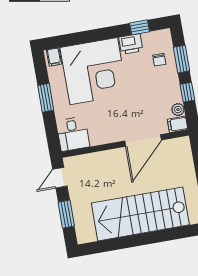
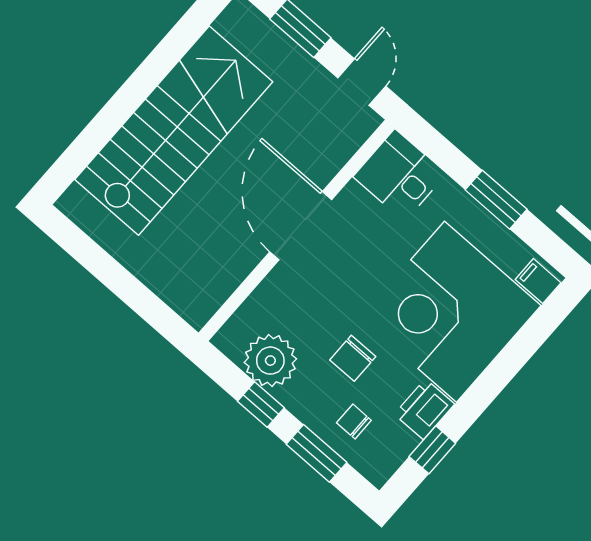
chair: (142, 82) -> (353, 358), added
plant: (178, 110) -> (270, 361), width x1.88, depth x1.88
filing cabinet: (178, 124) -> (233, 336), removed
door: (143, 141) -> (301, 226), moved

